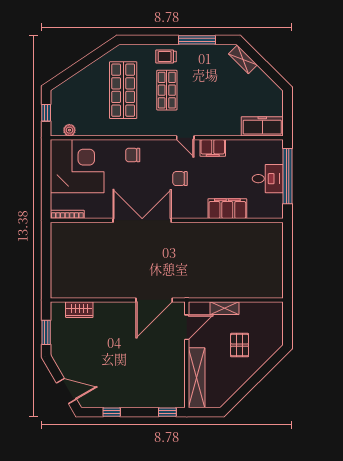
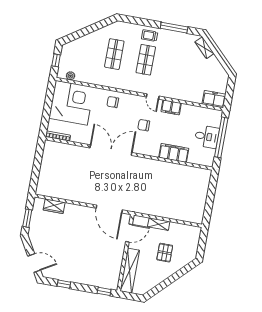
shop shelf: (123, 90) -> (114, 54), width x0.70, depth x0.74
freezer: (262, 126) -> (214, 99), width x0.71
door: (154, 300) -> (109, 209), hinge flipped

